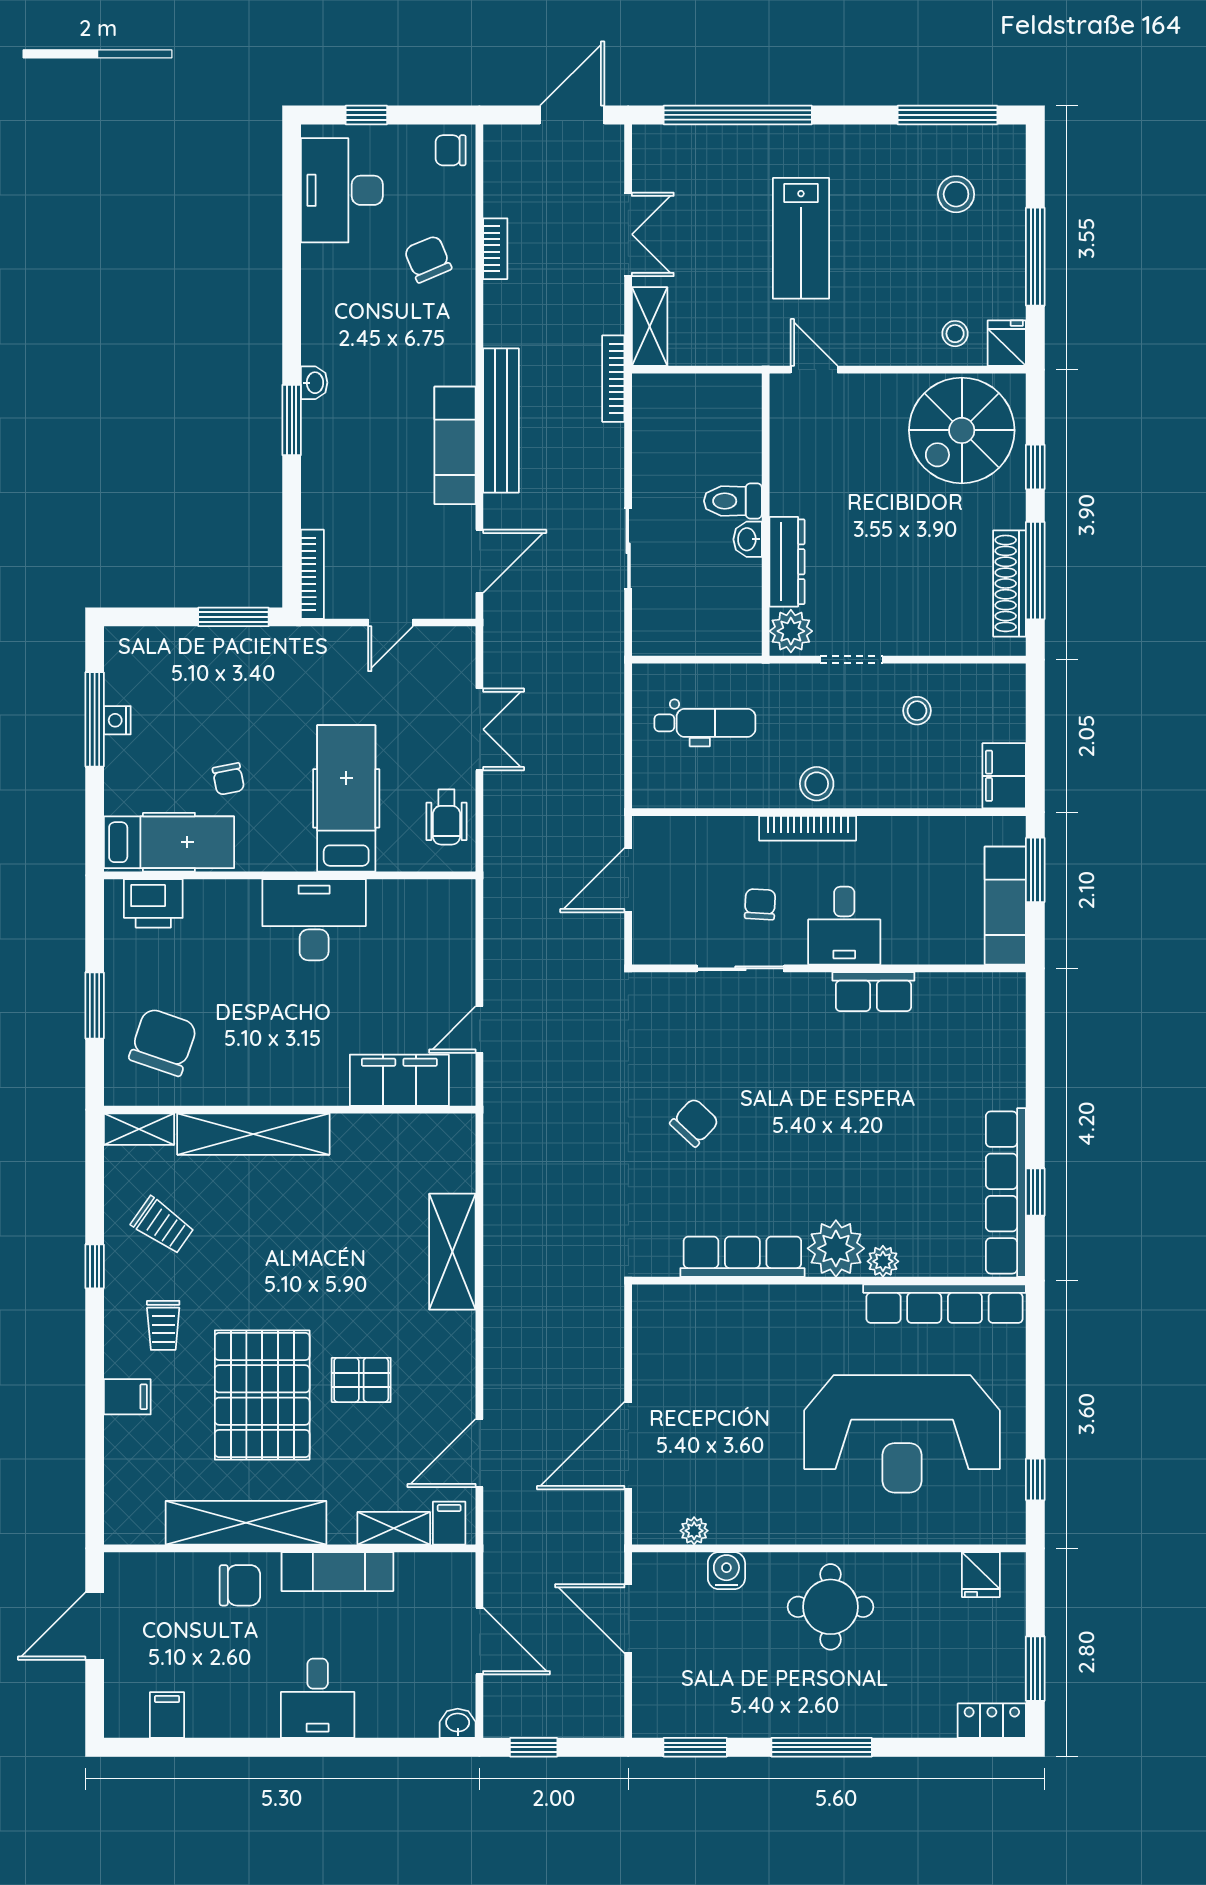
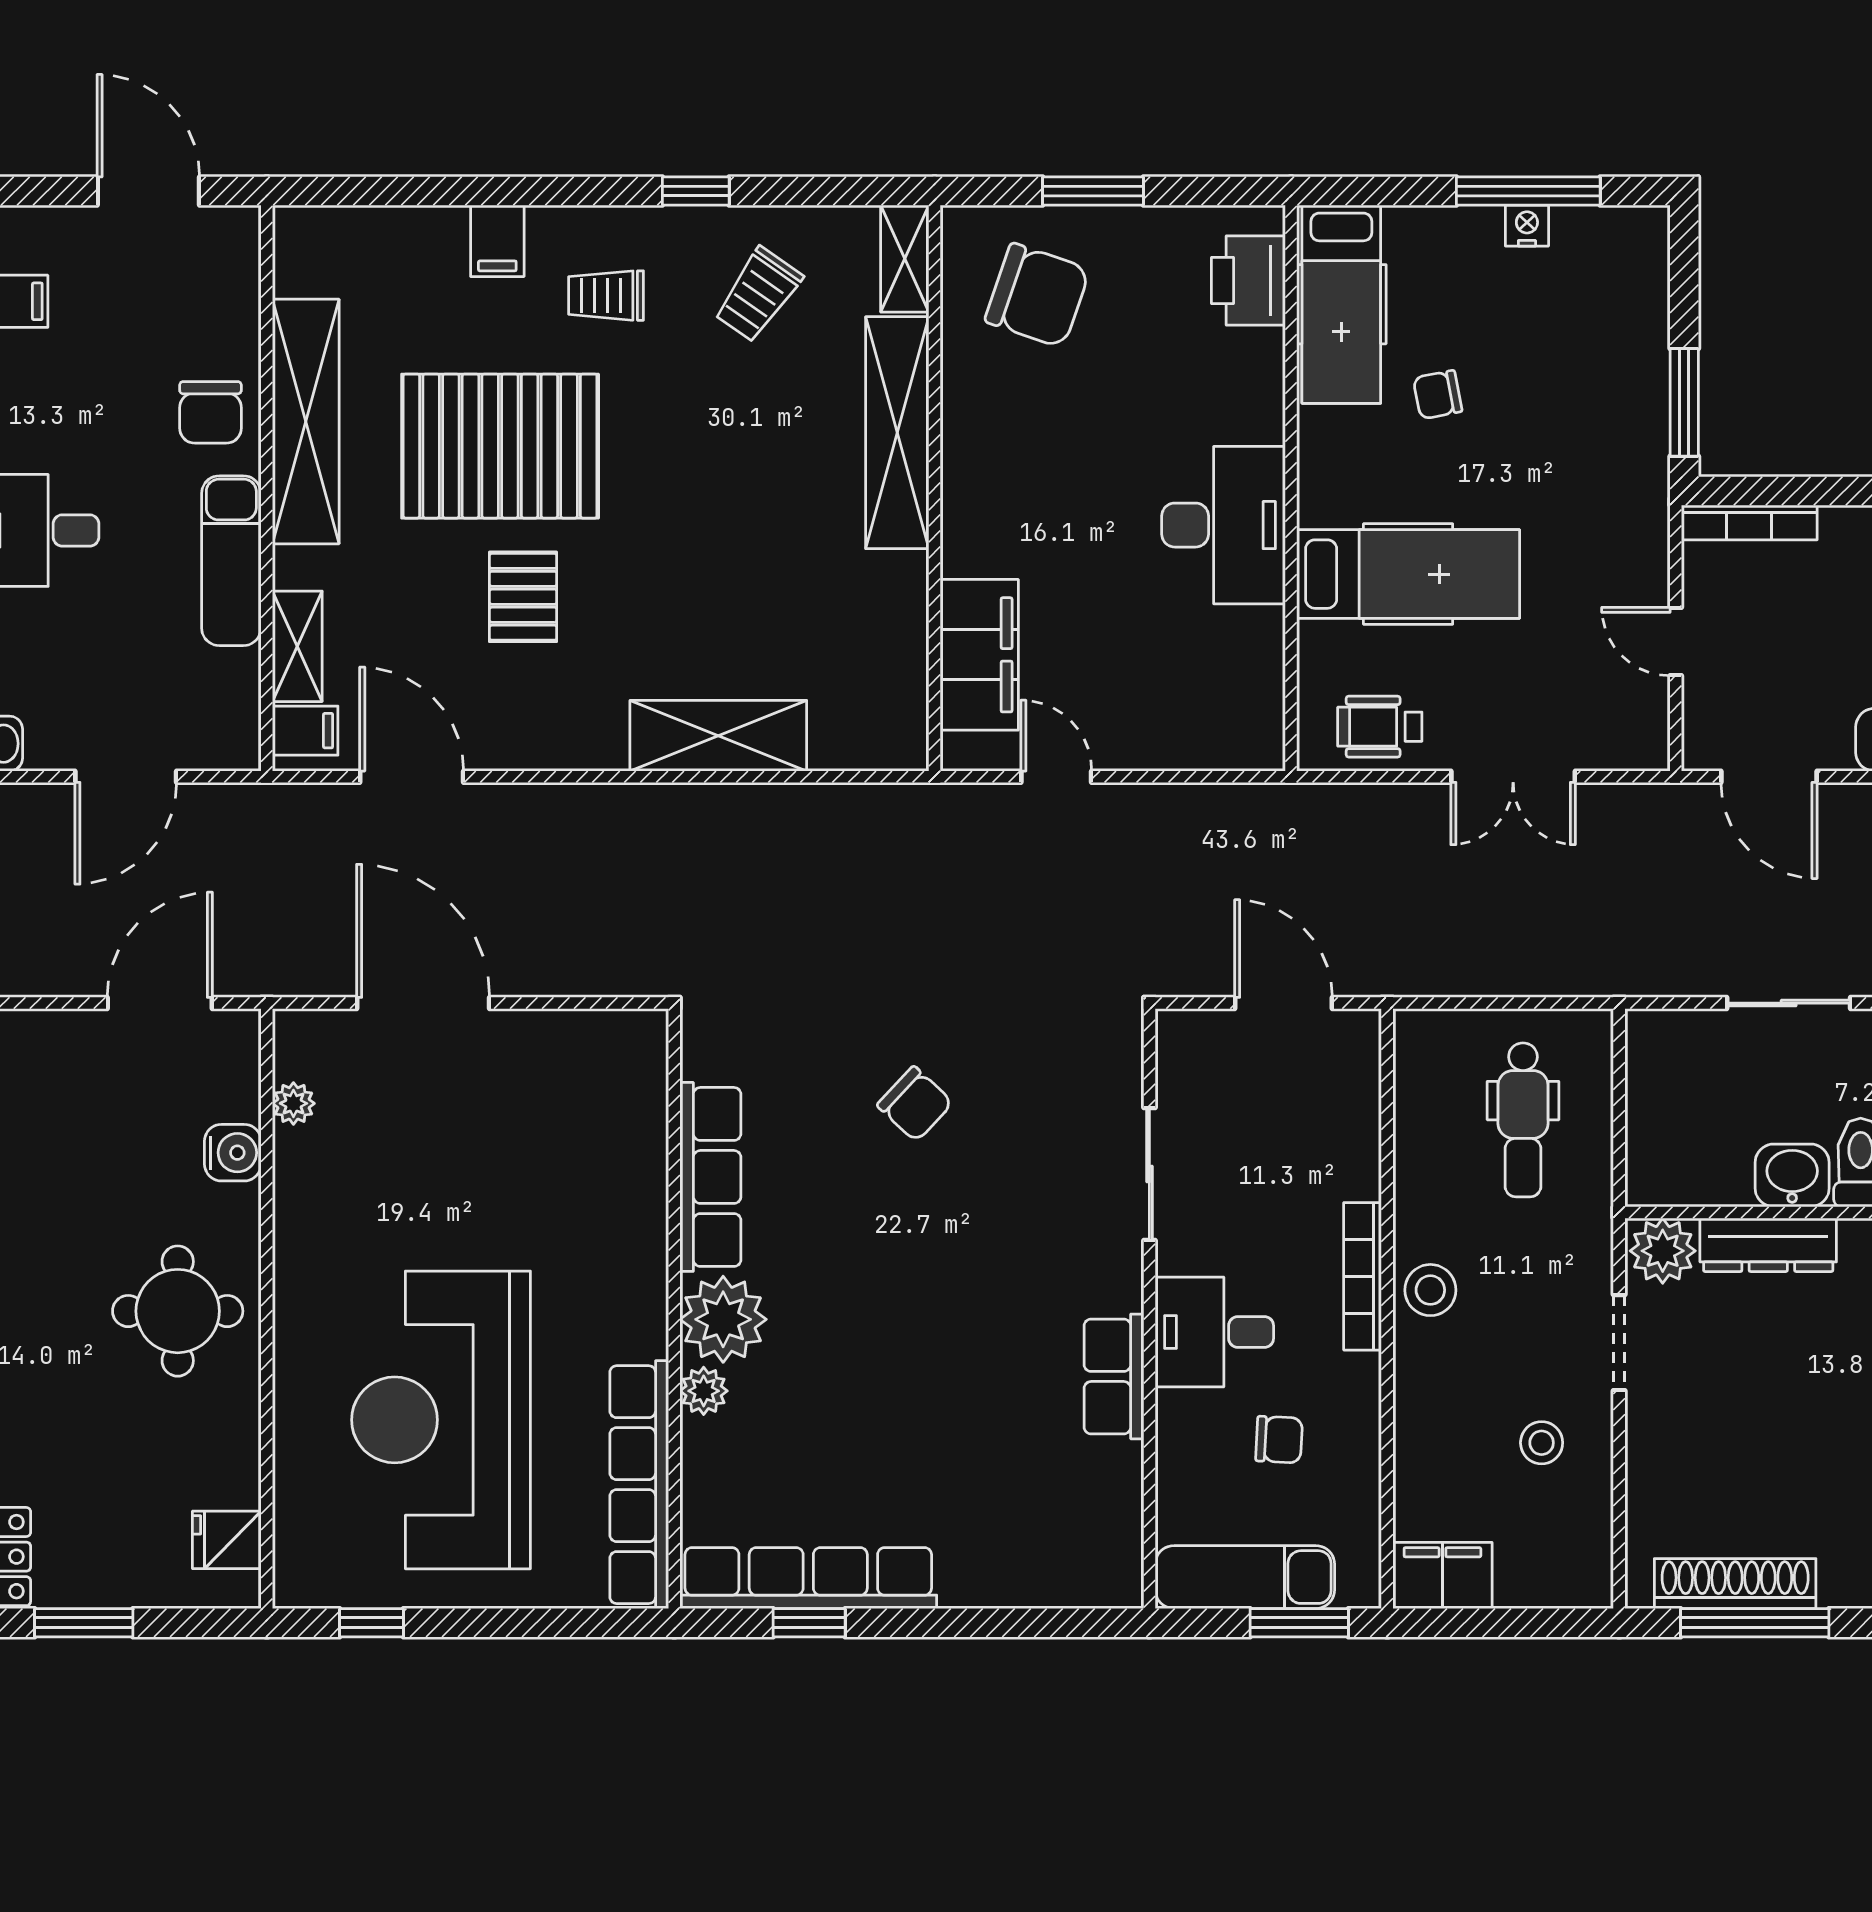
washbasin: (748, 539) -> (1792, 1175), width x1.38, depth x1.45
chair: (760, 904) -> (1279, 1440), moved

